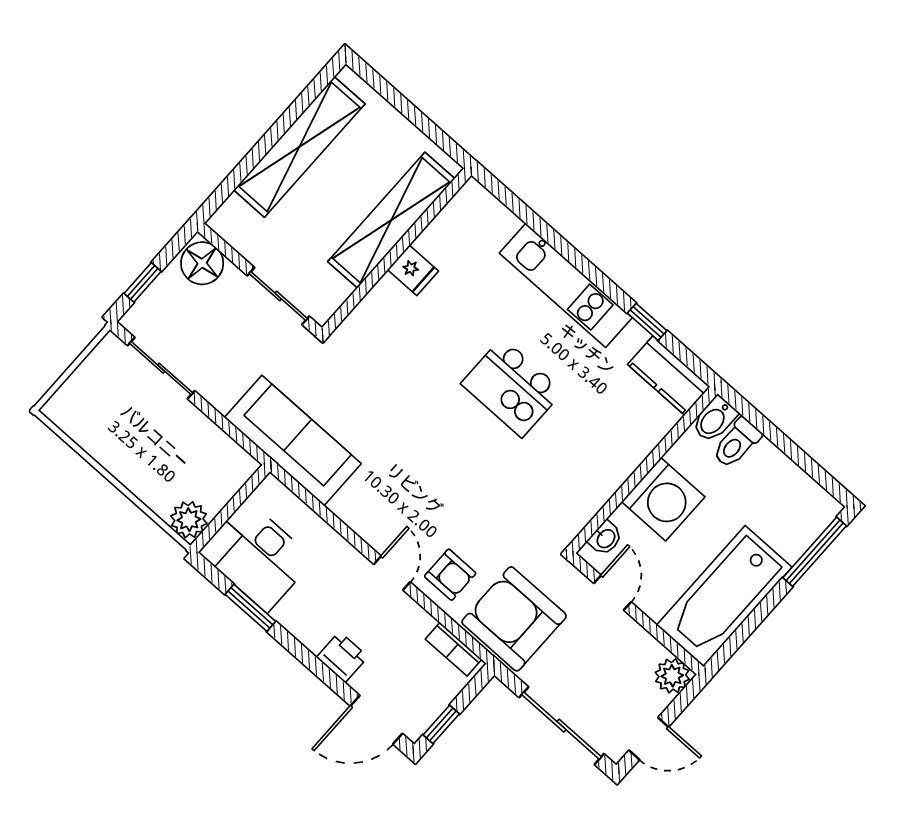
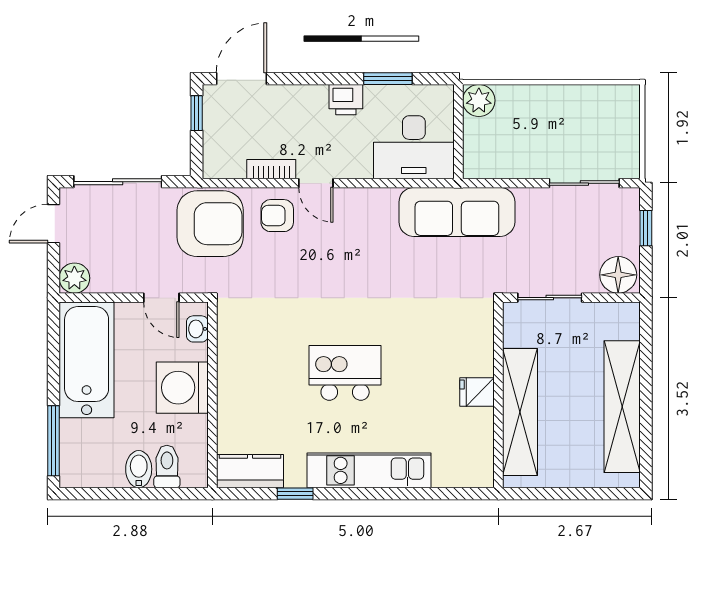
bidet: (714, 419) -> (139, 469), moved
desk: (257, 556) -> (414, 147), moved, turned 180
bookcase: (454, 649) -> (271, 169), moved
printer: (342, 657) -> (346, 100), moved

